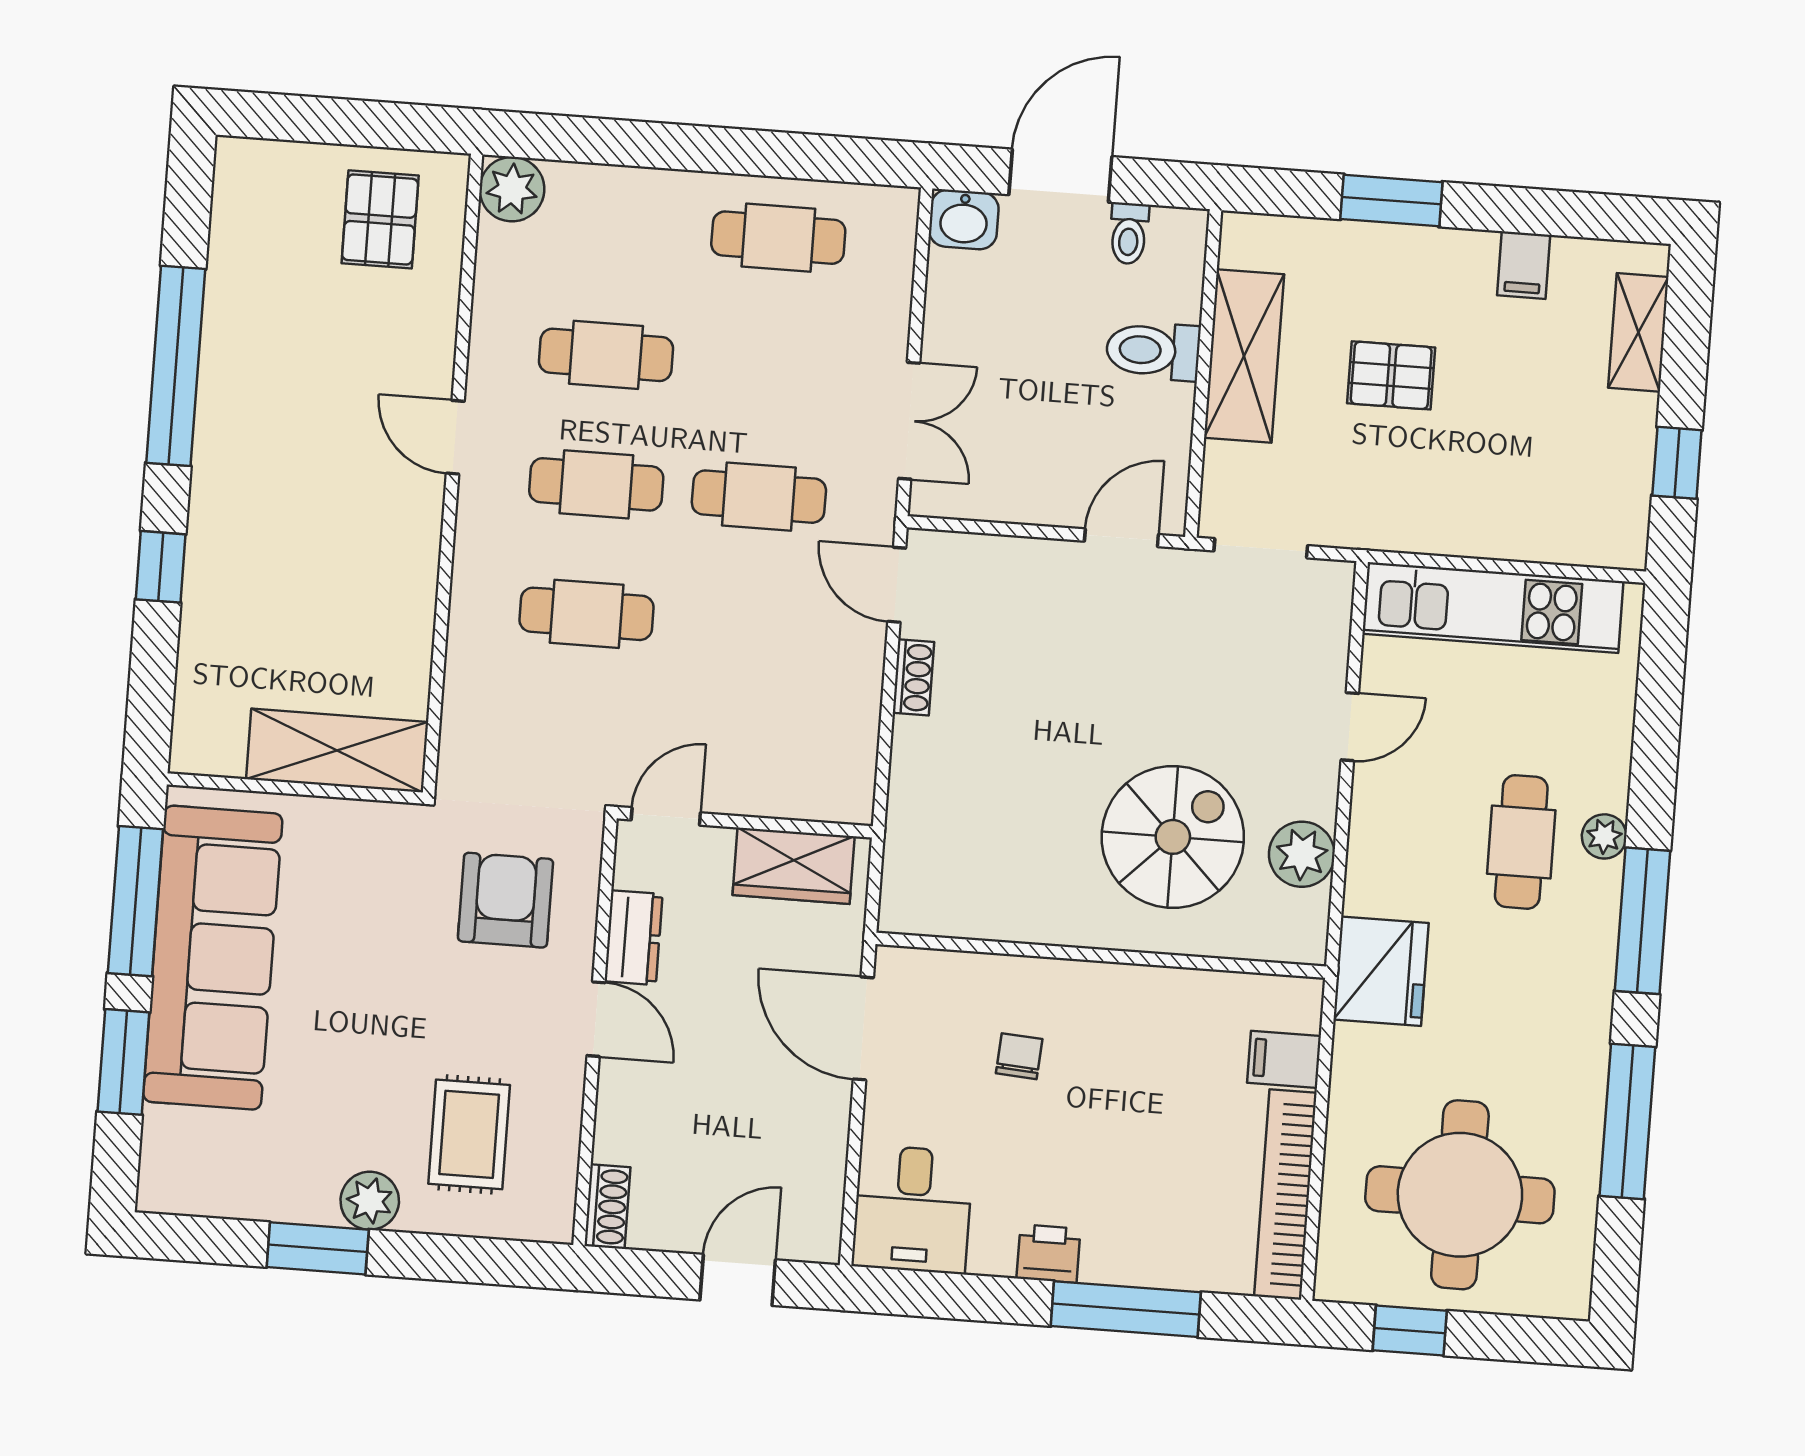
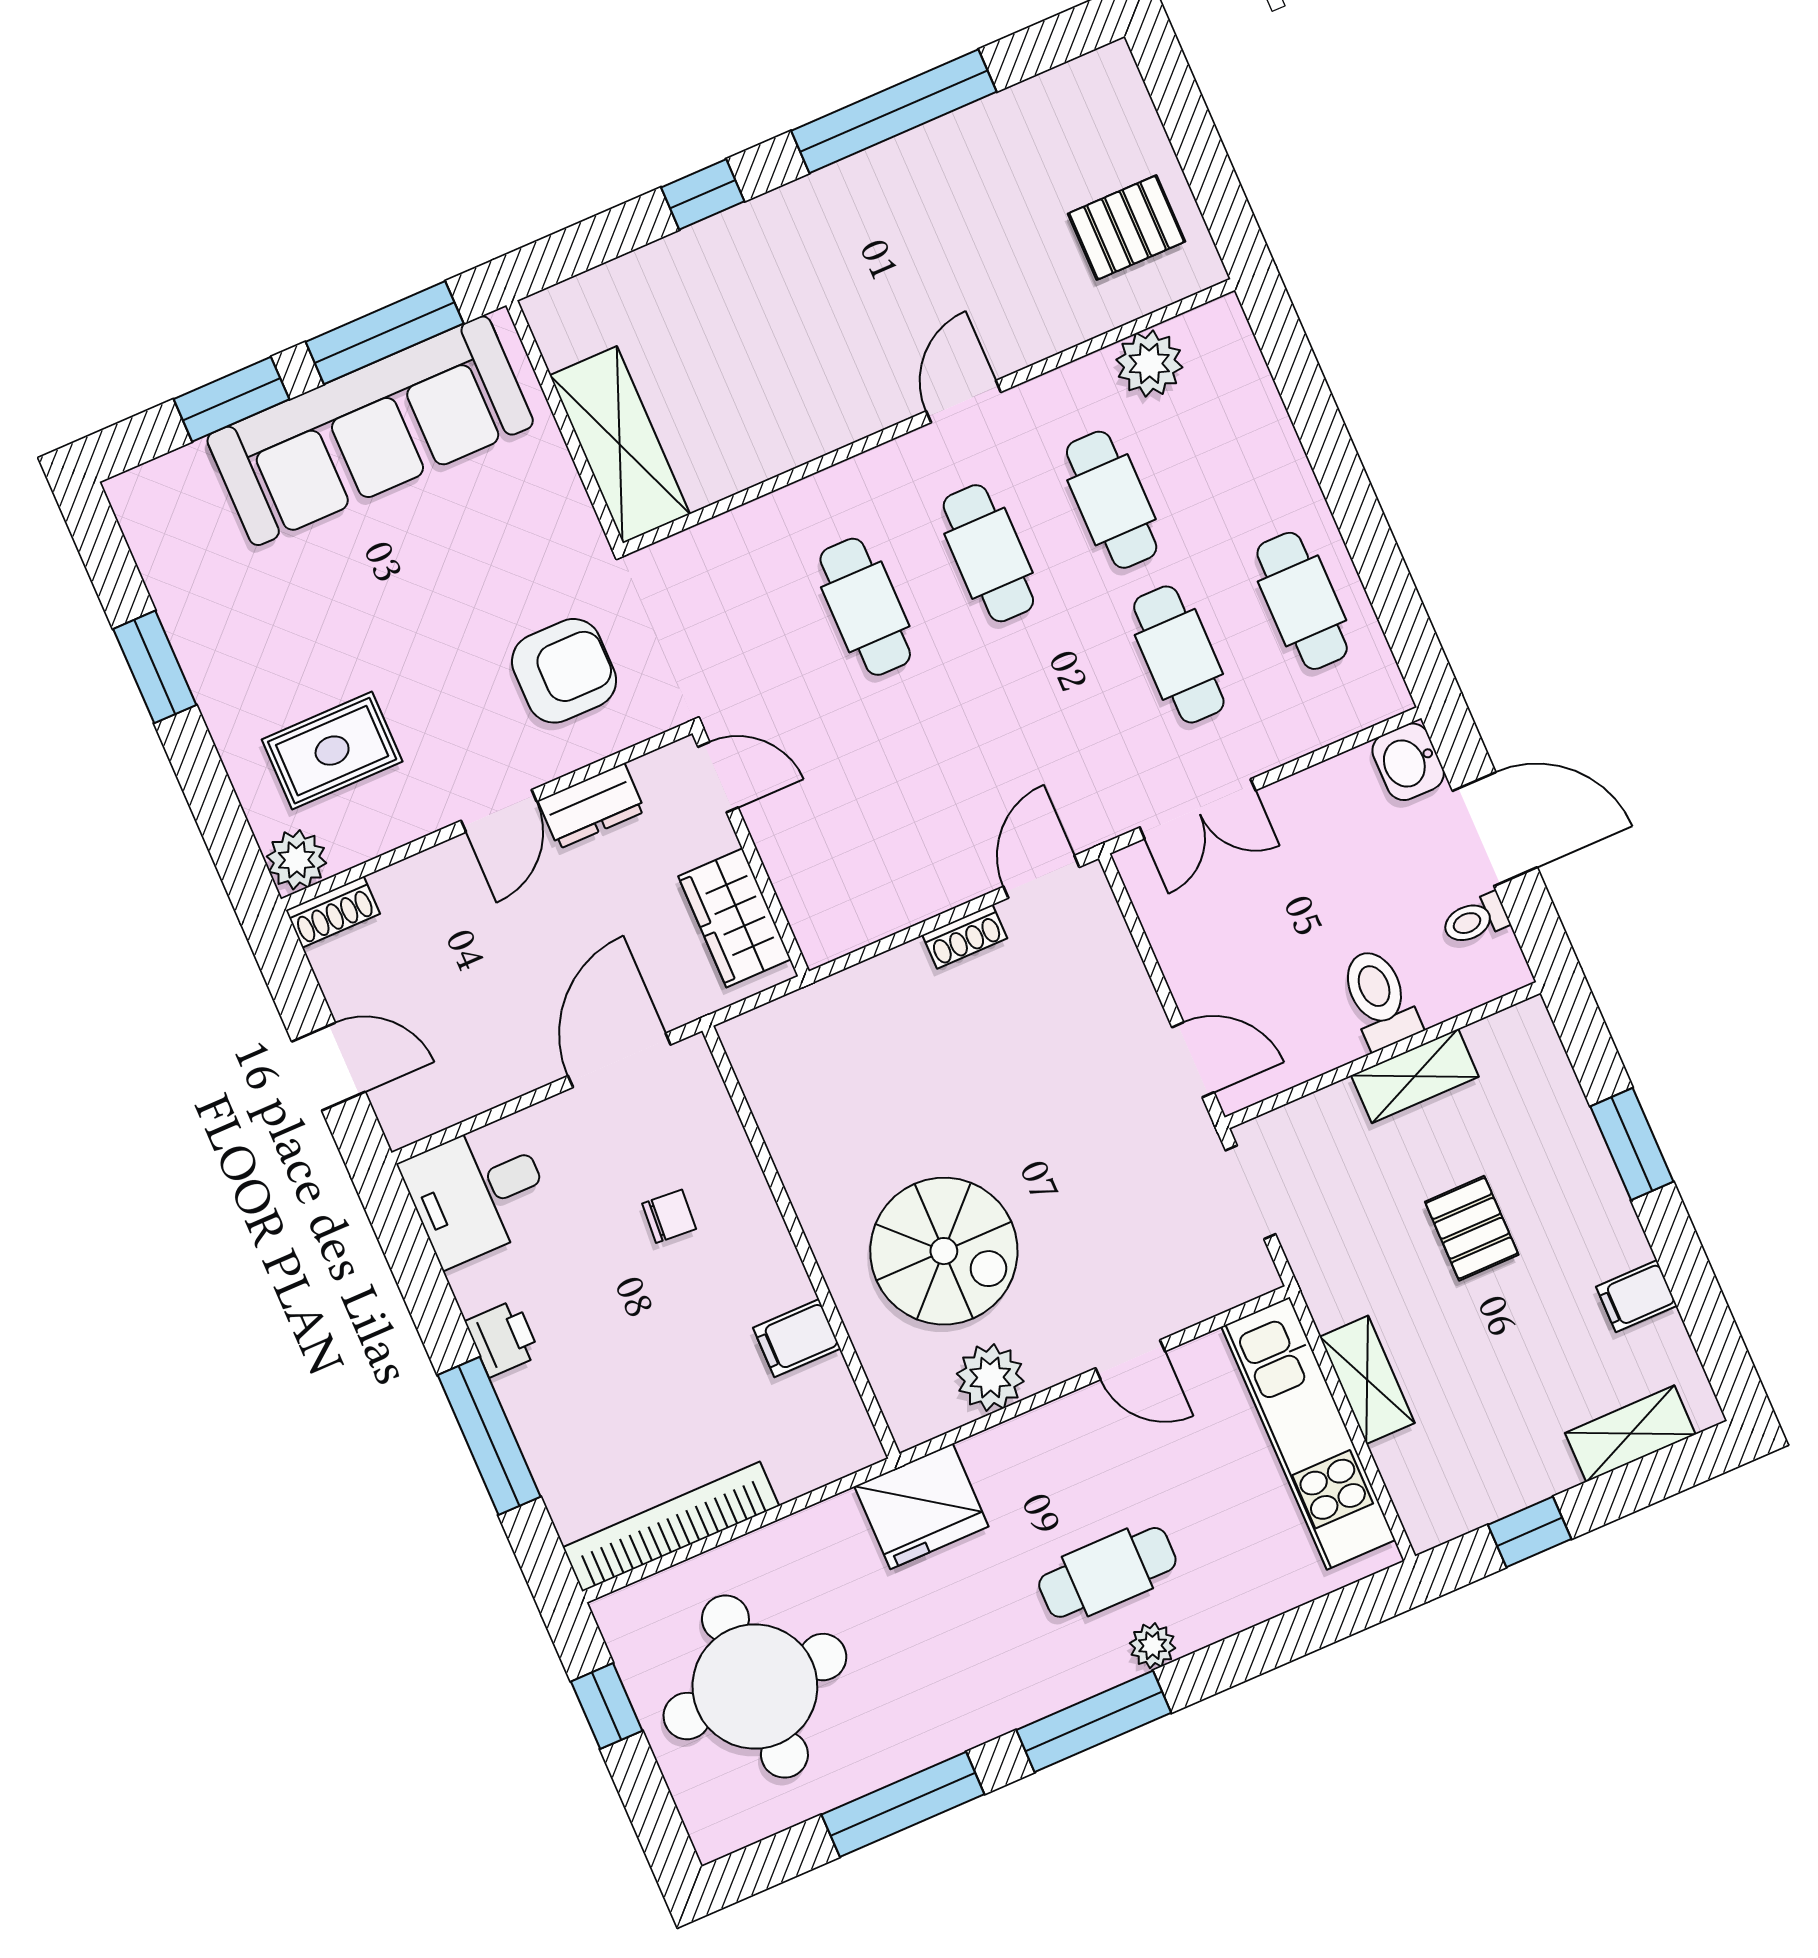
plant: (512, 189) -> (1149, 363), moved
shelving: (1244, 356) -> (1415, 1076), width x0.67, depth x0.75
cafe table: (759, 497) -> (1179, 654), moved
shelving: (1474, 533) -> (1367, 1380), added
filing cabinet: (1284, 1059) -> (797, 1338), moved, turned -90
plant: (370, 1201) -> (297, 860), moved

